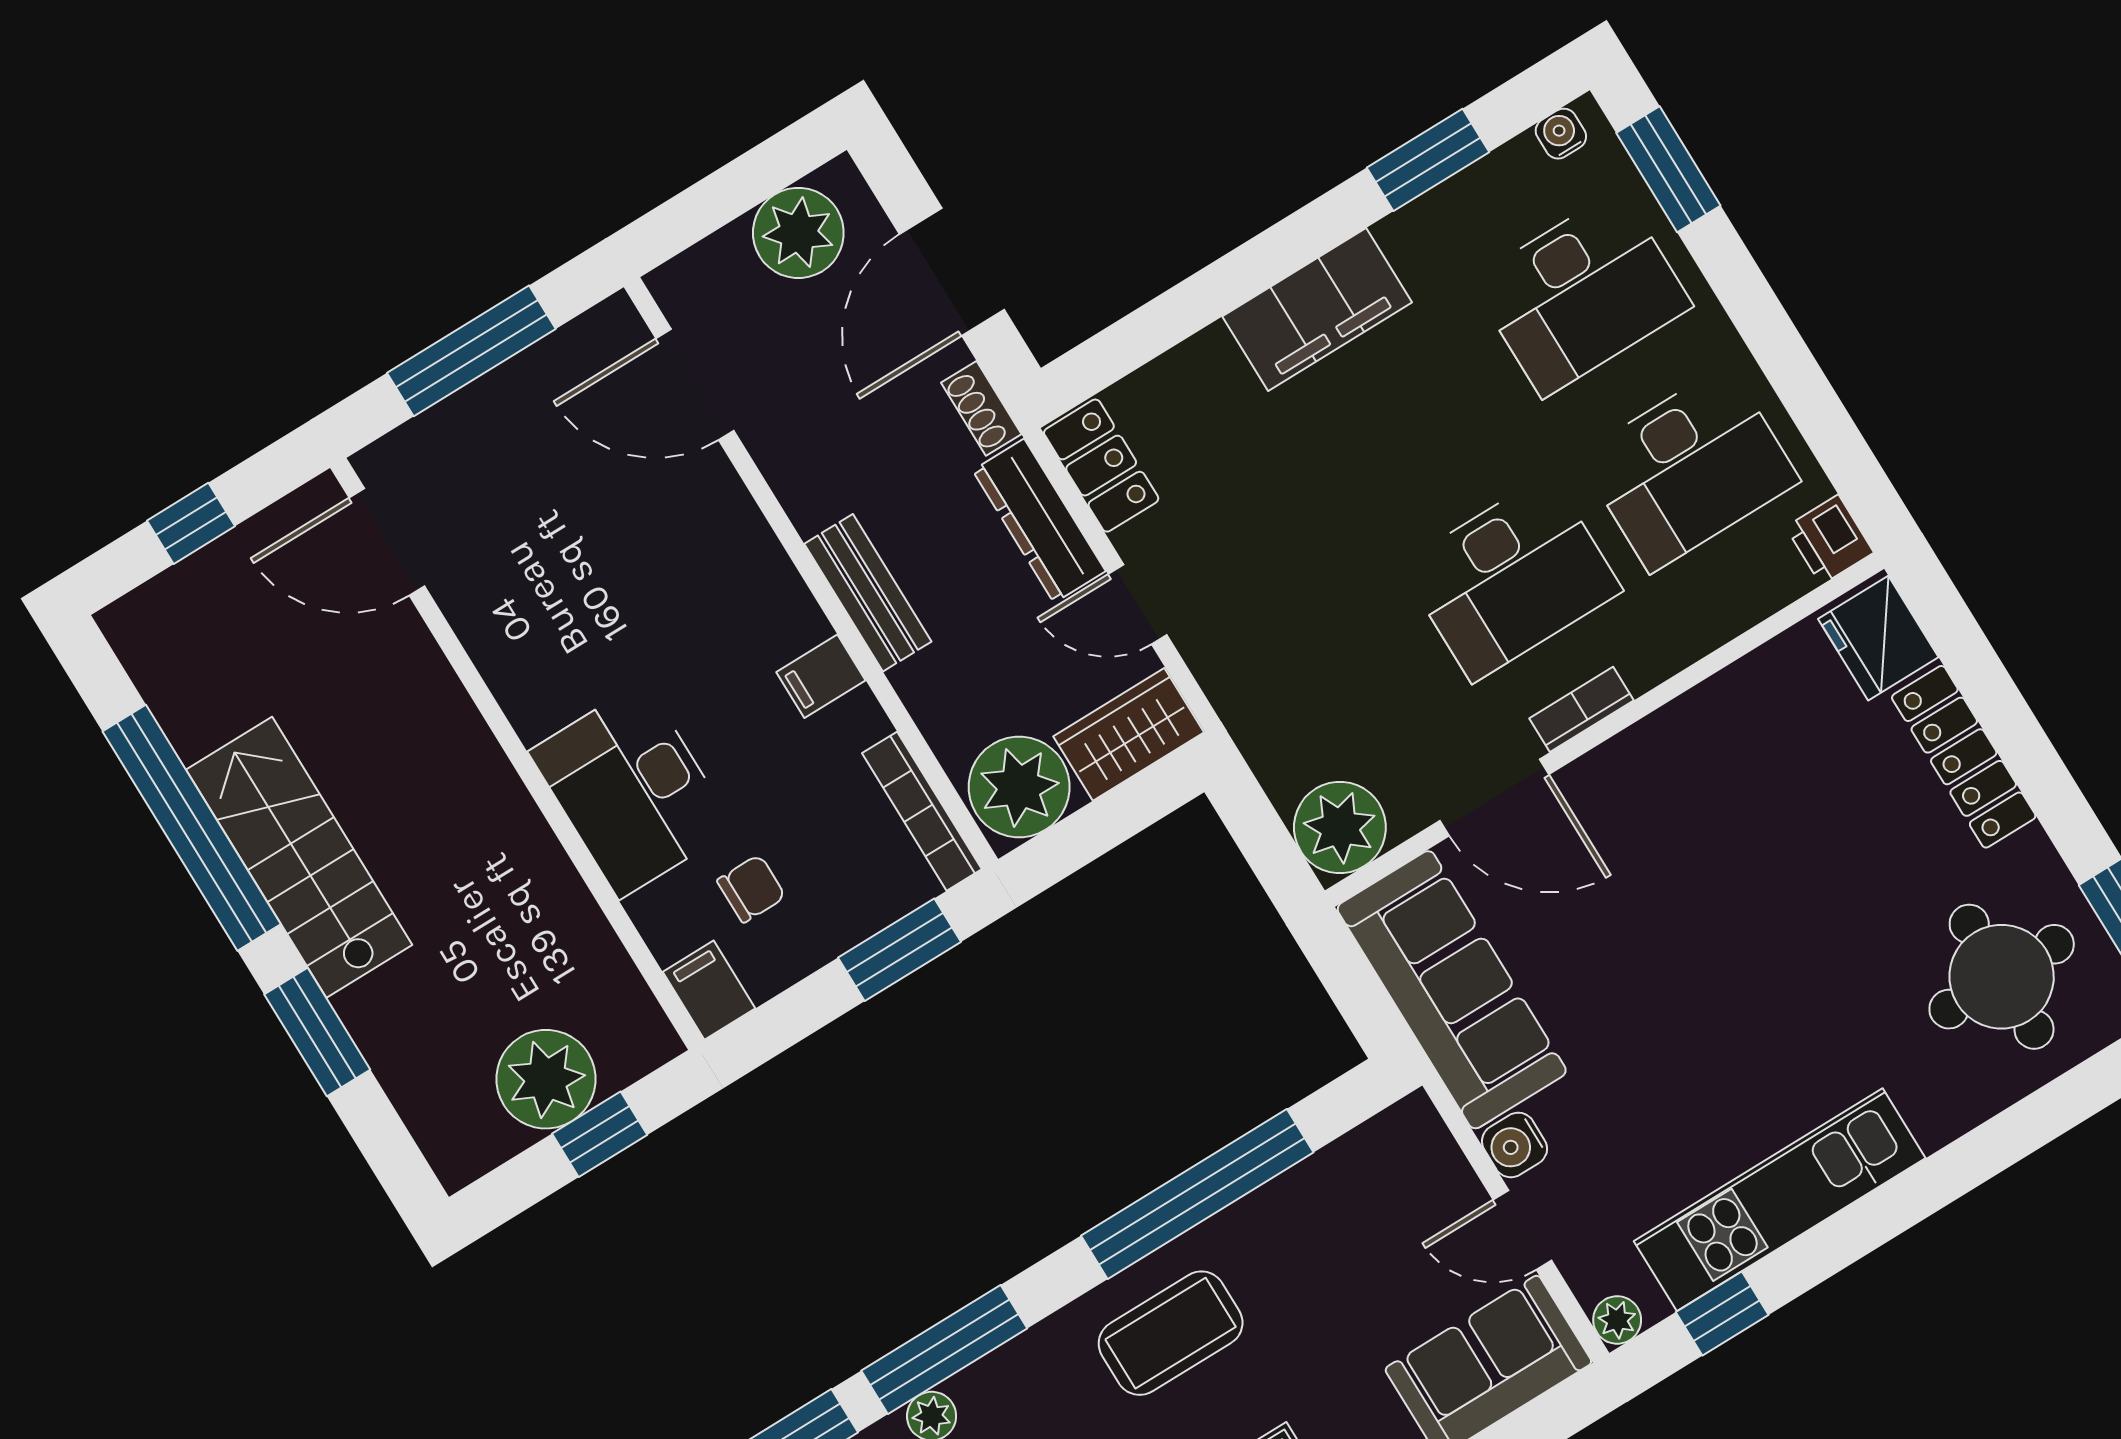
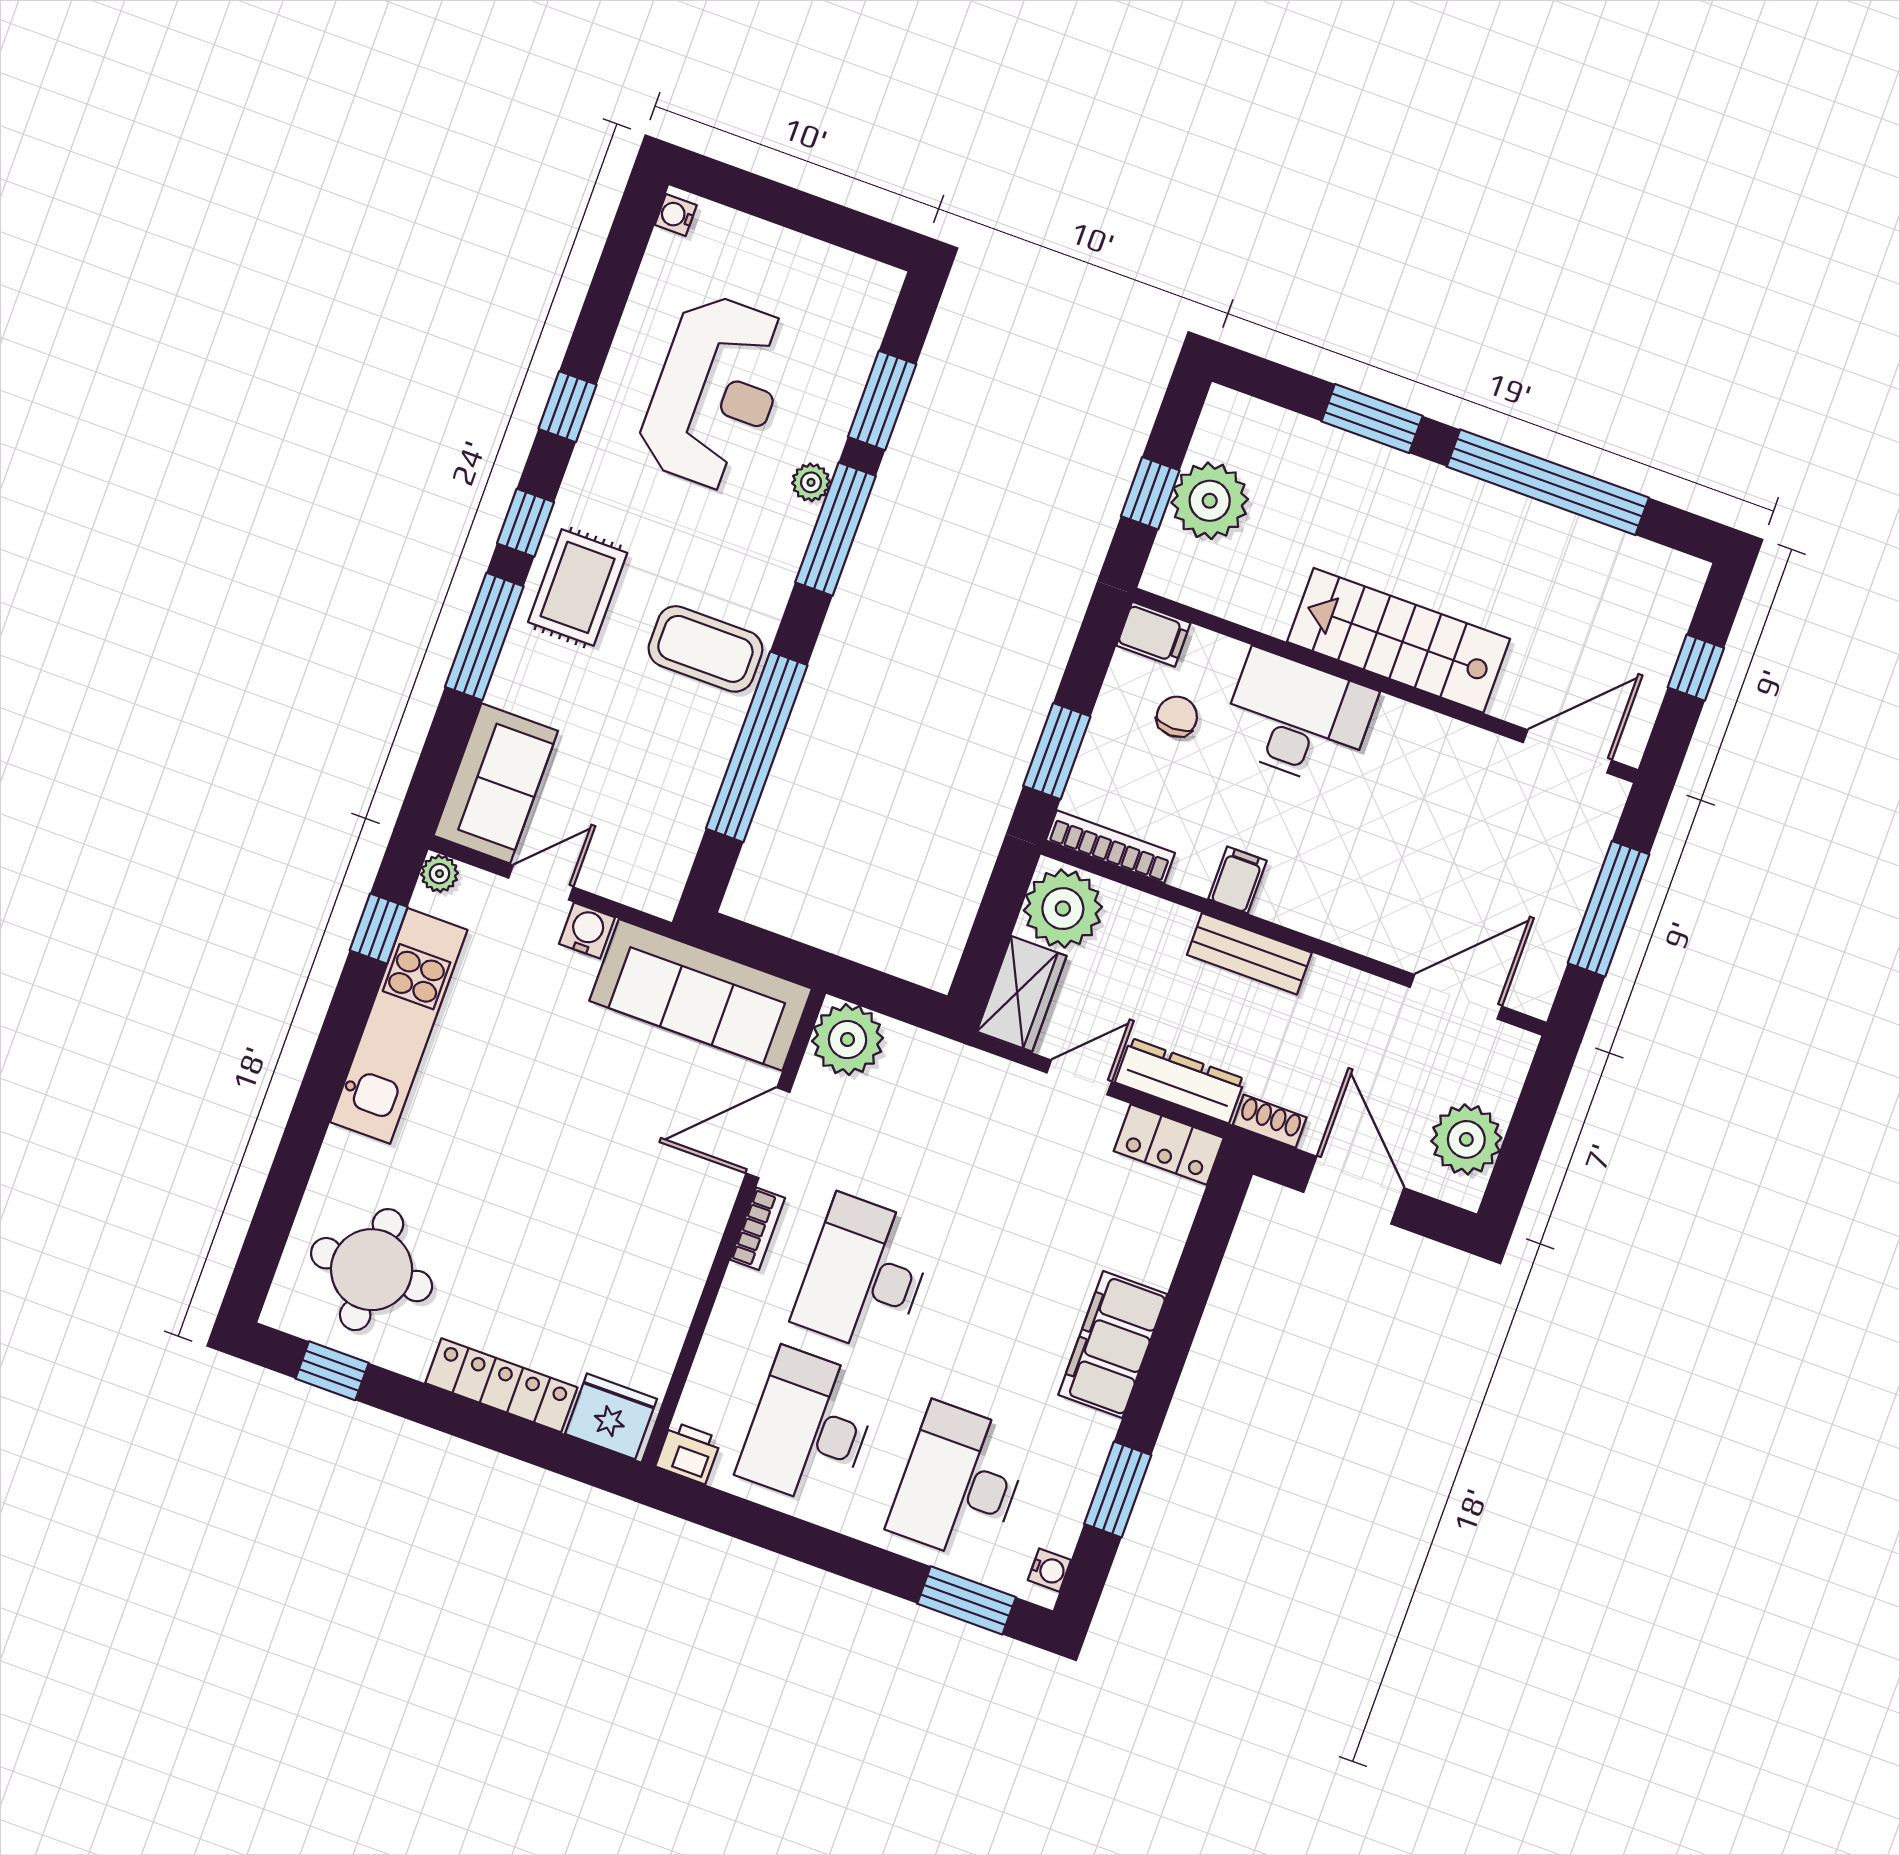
stairs: (299, 857) -> (1399, 640), moved, turned 180
chair: (751, 889) -> (1177, 717), turned 180
coffee table: (1171, 1333) -> (705, 649), turned 90

